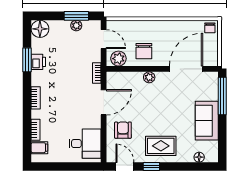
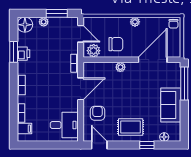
plant: (76, 26) -> (44, 22), moved
plant: (166, 26) -> (135, 22), added
chair: (144, 51) -> (116, 44), turned -90
window: (151, 166) -> (147, 145), moved

